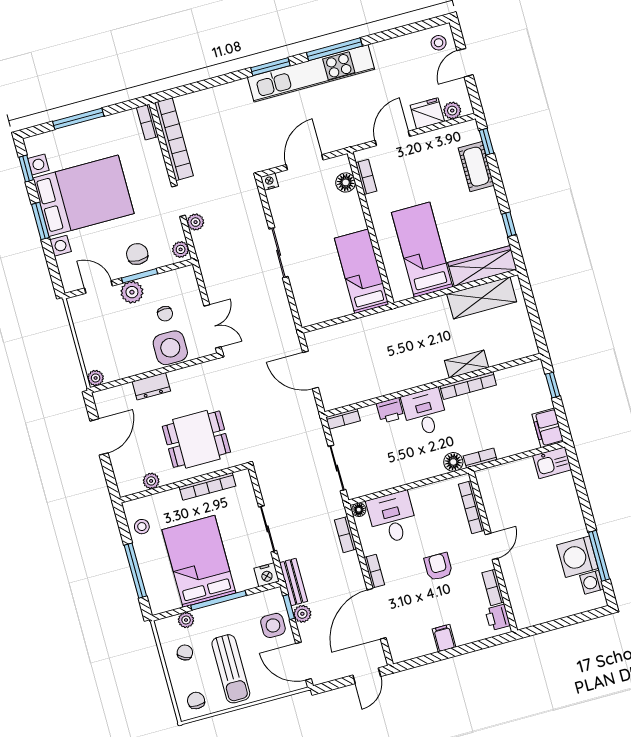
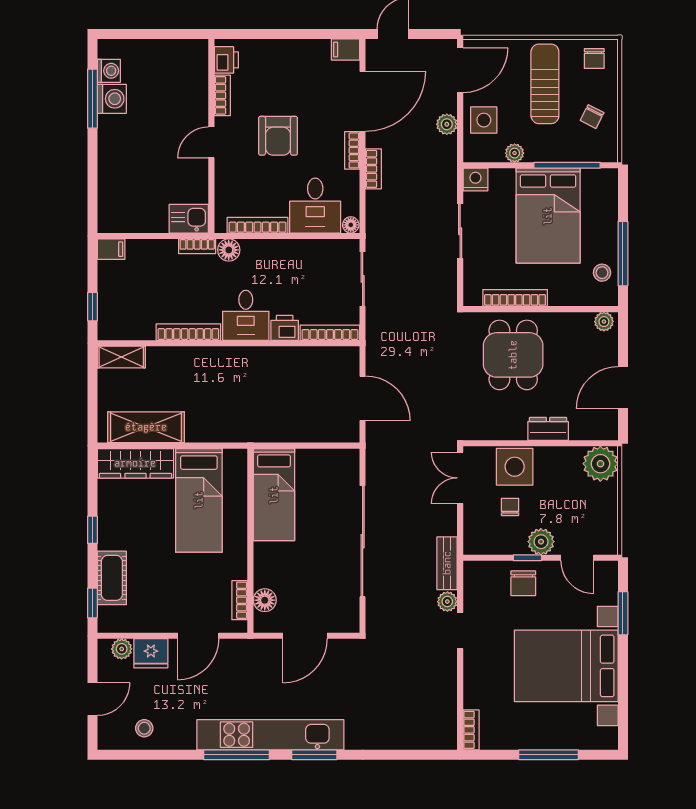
stool: (439, 43) -> (144, 728), moved
bookcase: (174, 139) -> (446, 702), removed
window: (26, 169) -> (623, 714), removed
nightstand: (270, 182) -> (351, 625), removed
window: (40, 221) -> (623, 613), moved
window: (509, 224) -> (92, 530), moved
plant: (181, 249) -> (473, 575), removed
sliding door: (279, 253) -> (363, 541), width x1.86
window: (140, 276) -> (527, 558), width x0.67
shelving: (467, 364) -> (121, 357), moved
plant: (96, 378) -> (600, 464), width x1.88, depth x1.88
bookcase: (343, 419) -> (330, 333), width x1.56
filing cabinet: (548, 428) -> (111, 249), width x0.50
dining table: (196, 439) -> (513, 355), turned 90
kitchen sink: (552, 463) -> (189, 219), moved
plant: (151, 481) -> (604, 322), moved
bookcase: (472, 507) -> (257, 225), moved, turned -90
bookcase: (345, 535) -> (373, 169), moved
washing machine: (577, 557) -> (112, 99), width x0.73, depth x0.73
armchair: (438, 567) -> (278, 136), width x1.38, depth x1.38
window: (135, 571) -> (623, 254), moved
bench: (293, 582) -> (447, 563), moved
window: (218, 600) -> (567, 165), moved
window: (289, 607) -> (460, 136), removed
plant: (186, 620) -> (515, 153), moved
filing cabinet: (444, 638) -> (346, 50), moved, turned 90
door: (304, 661) -> (460, 70), hinge flipped

